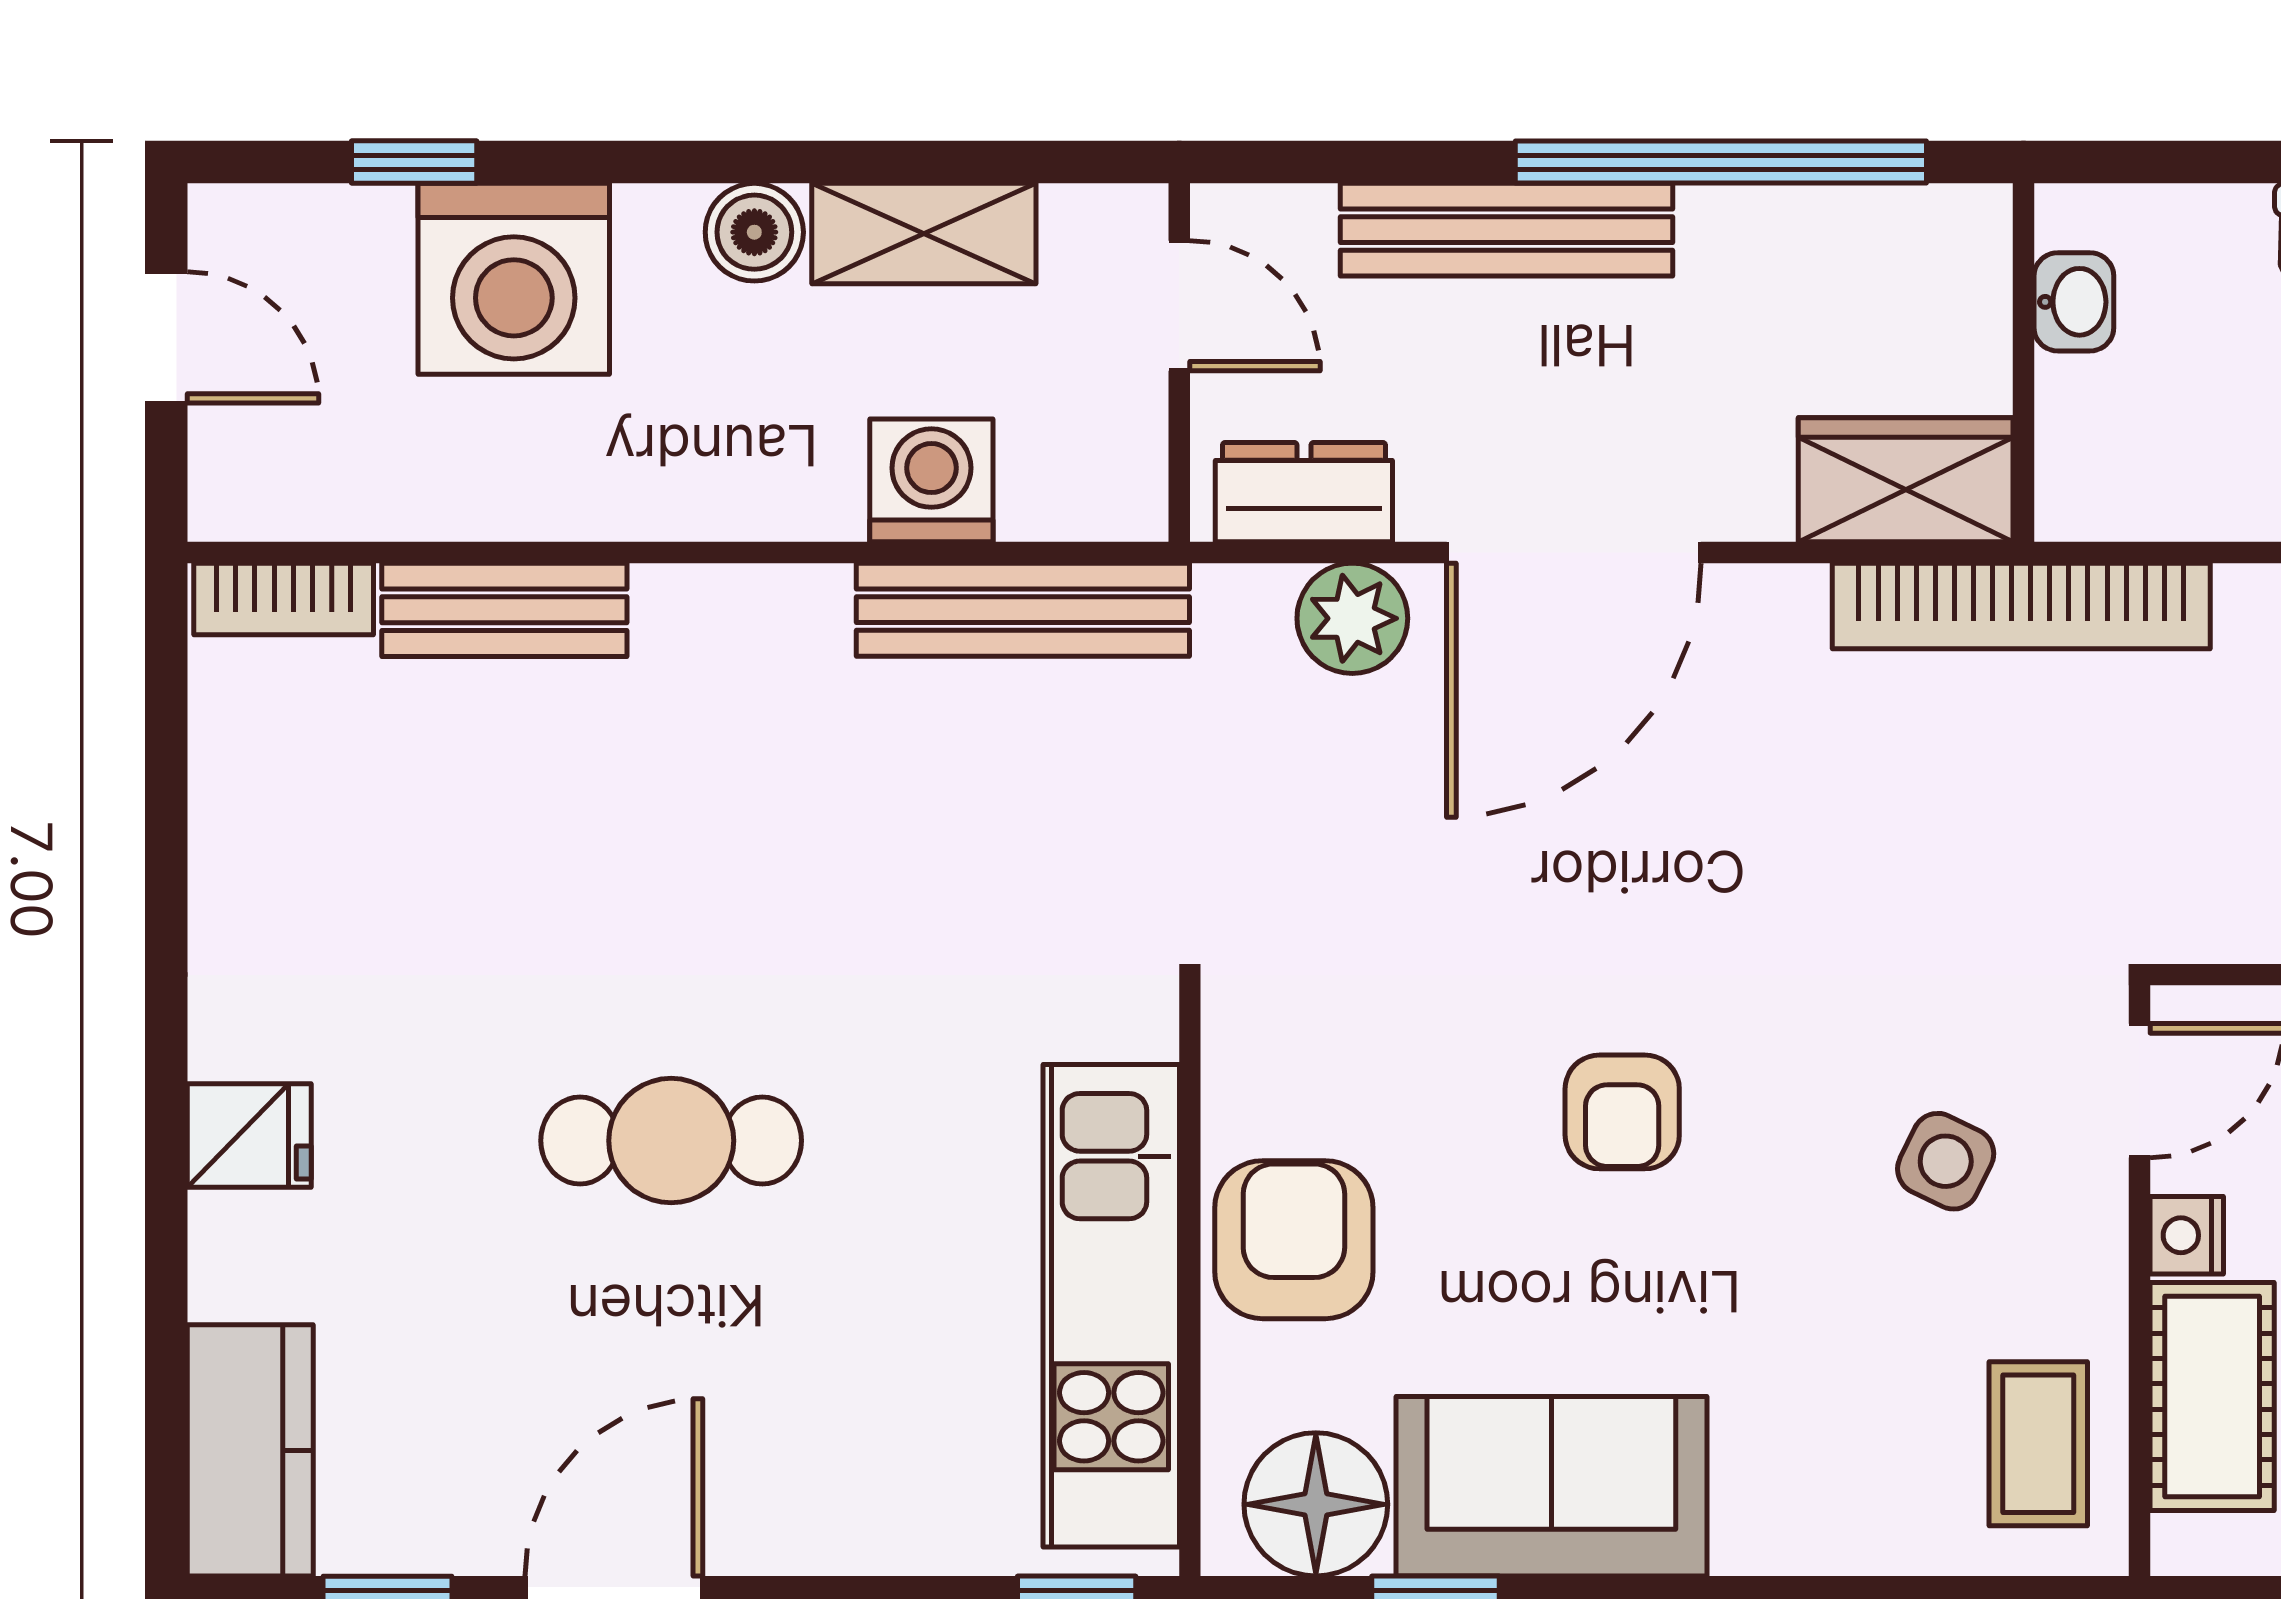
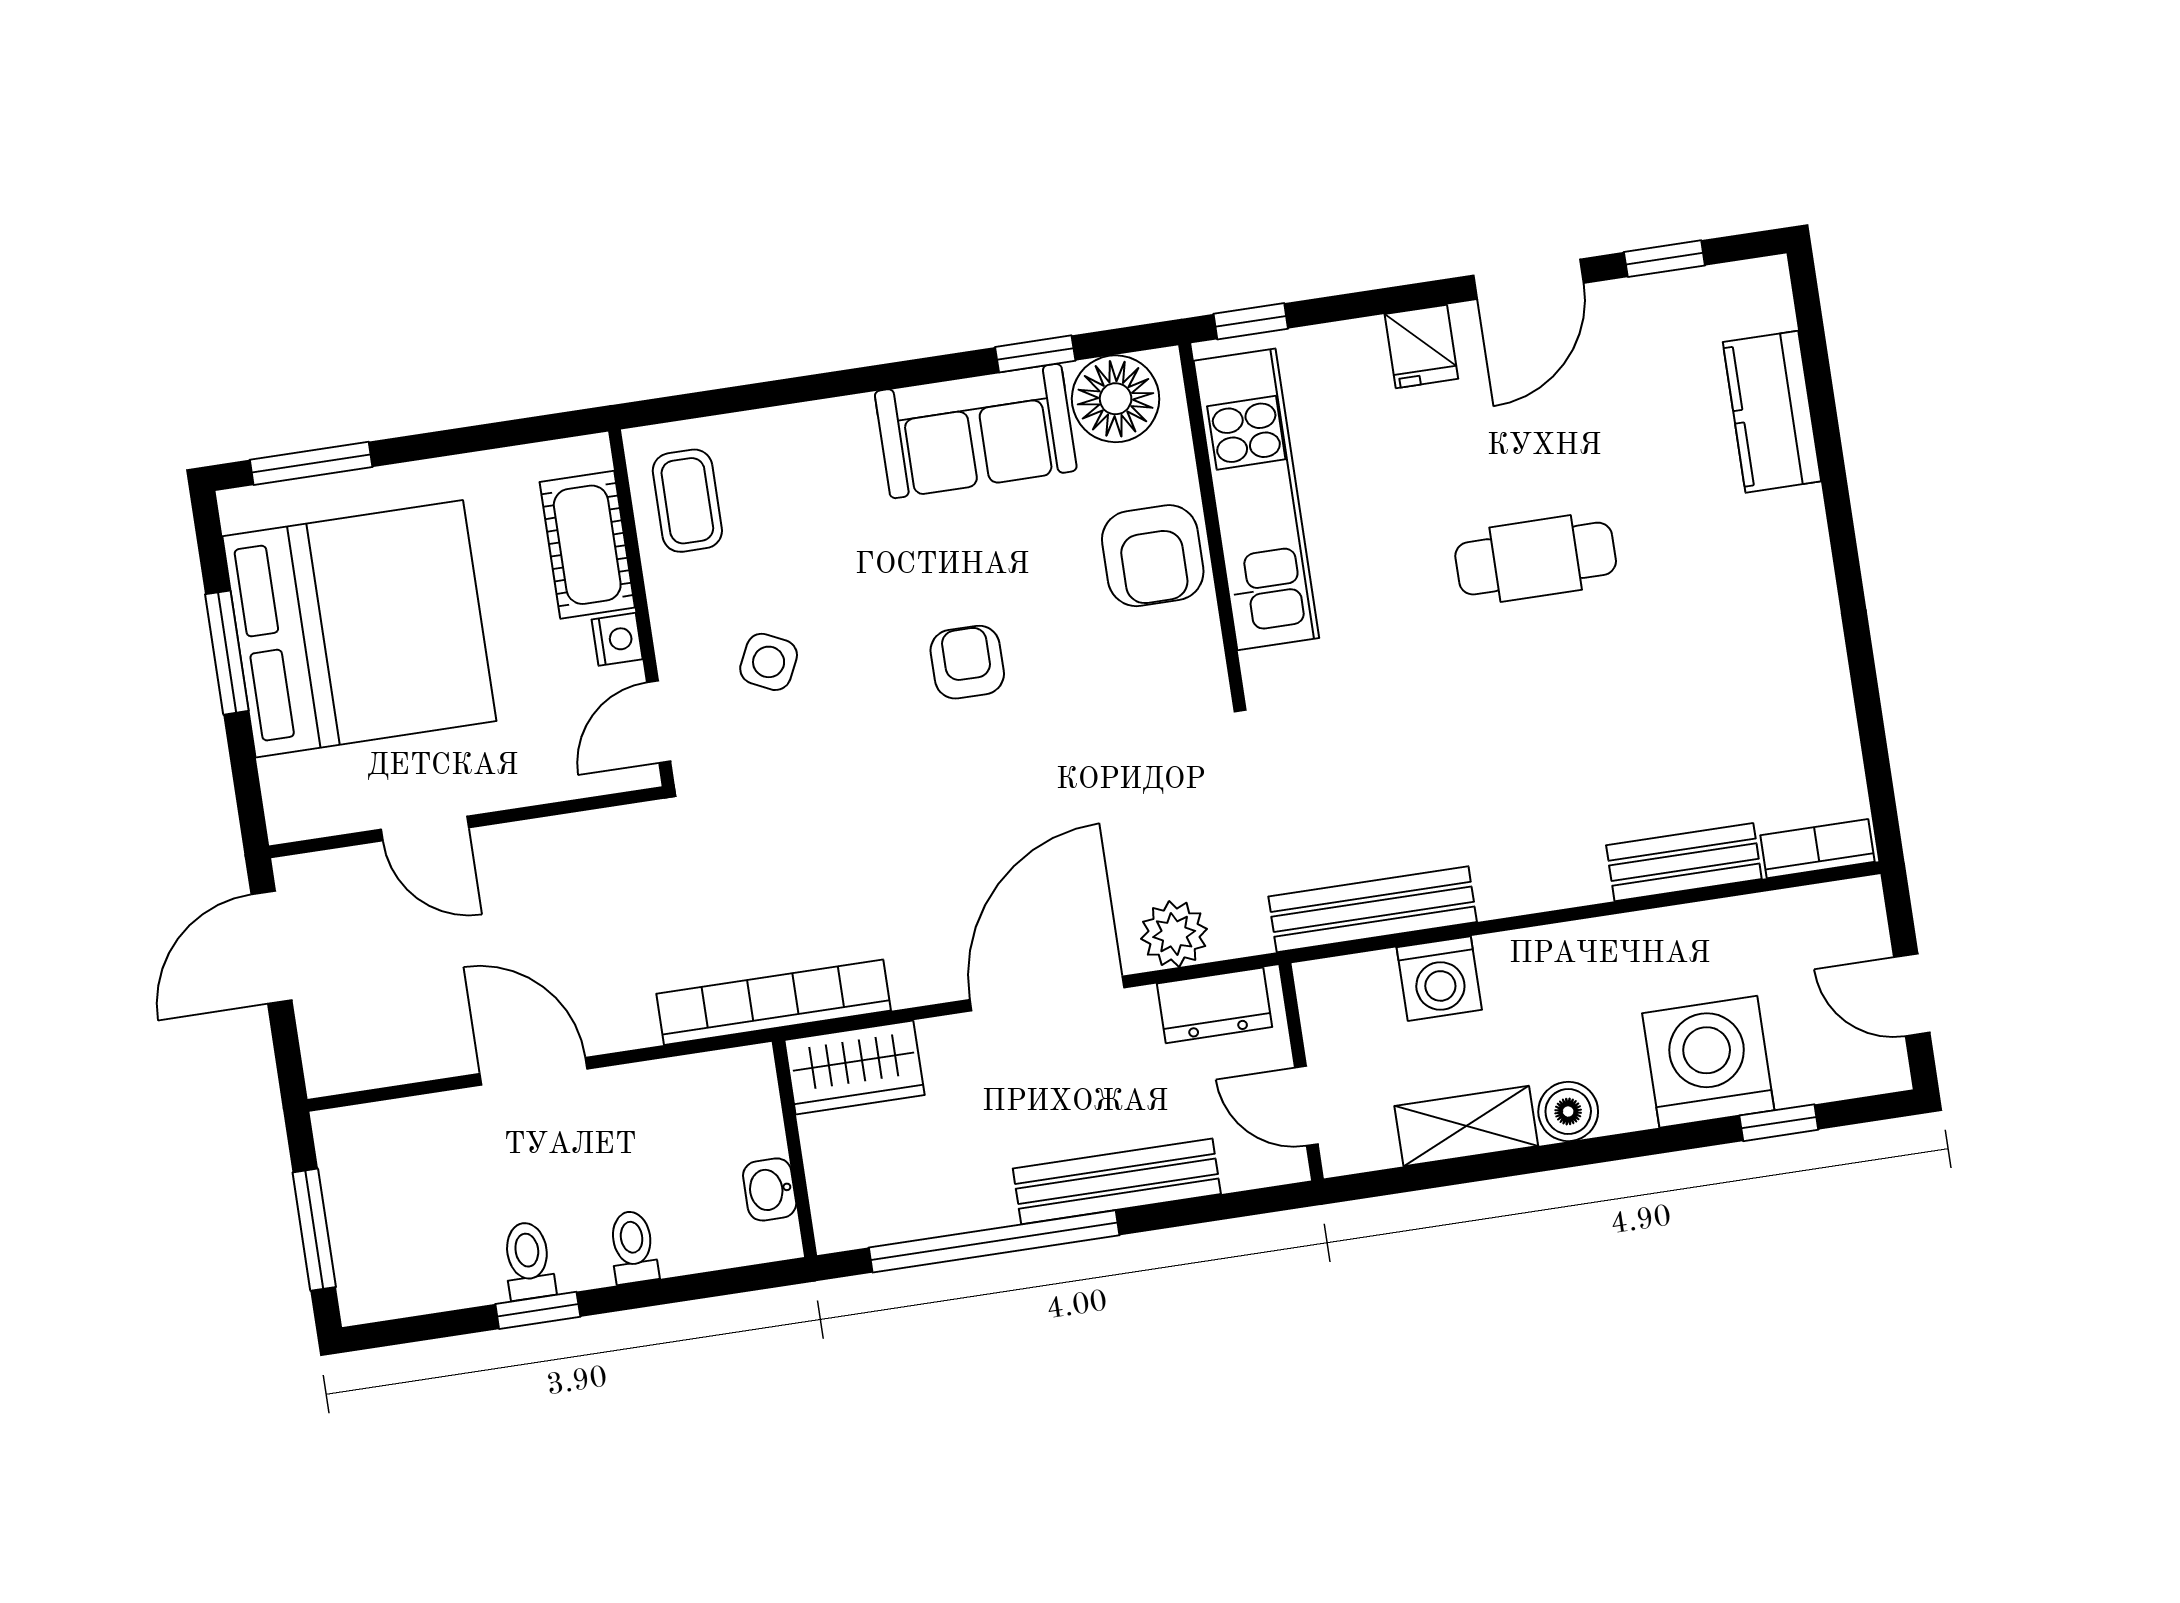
fridge: (249, 1135) -> (1421, 346), moved, turned -90
kitchen counter: (250, 1450) -> (1772, 412), moved

